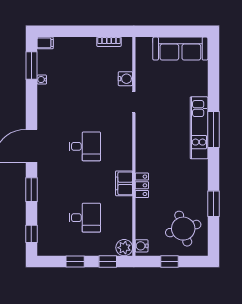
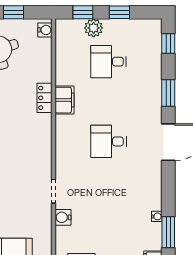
plant: (124, 248) -> (94, 28), moved

